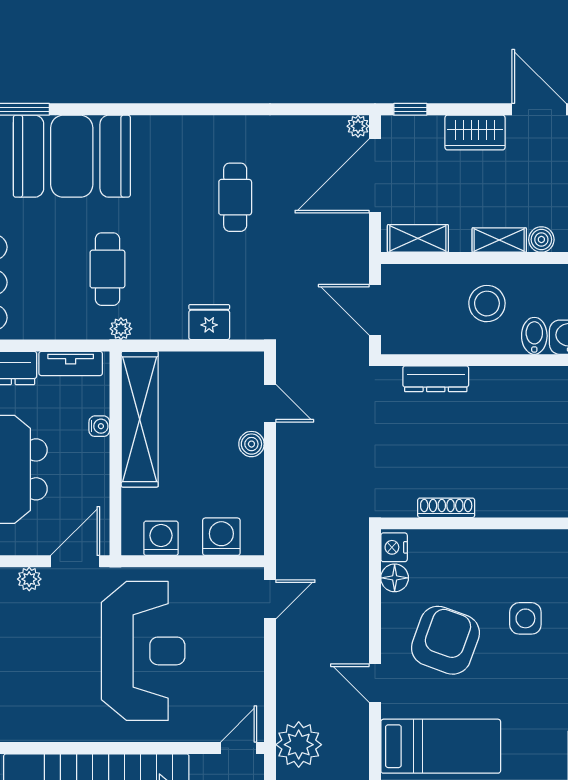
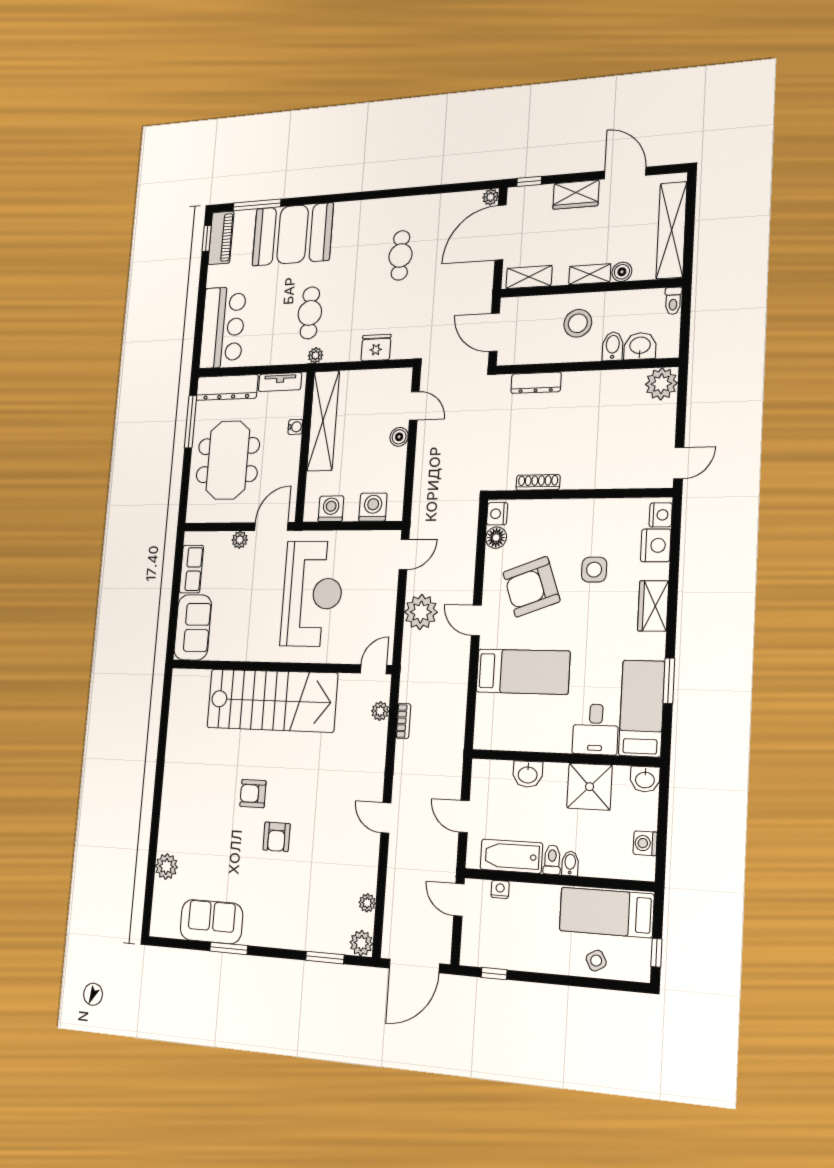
armchair: (445, 640) -> (531, 587), turned -130
plant: (299, 745) -> (421, 612), moved

